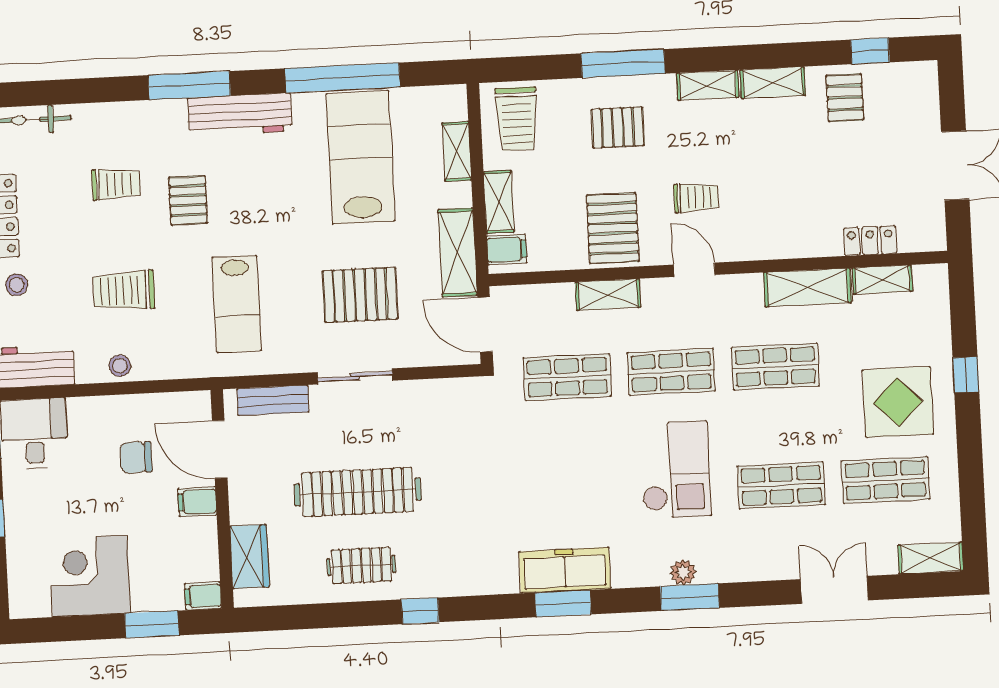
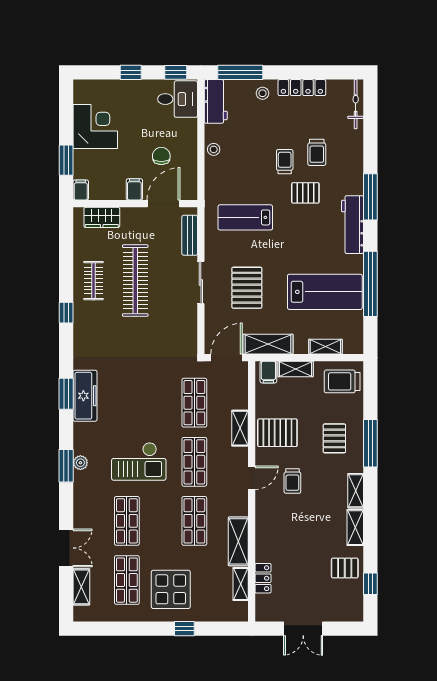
trolley: (124, 291) -> (285, 162), moved, width x0.73, depth x0.72
shelving: (931, 558) -> (81, 587), moved

